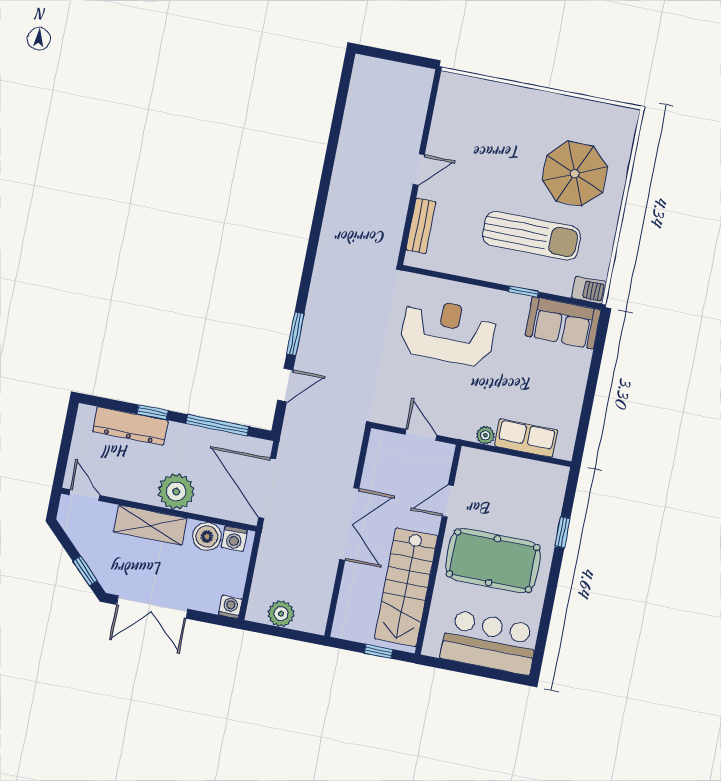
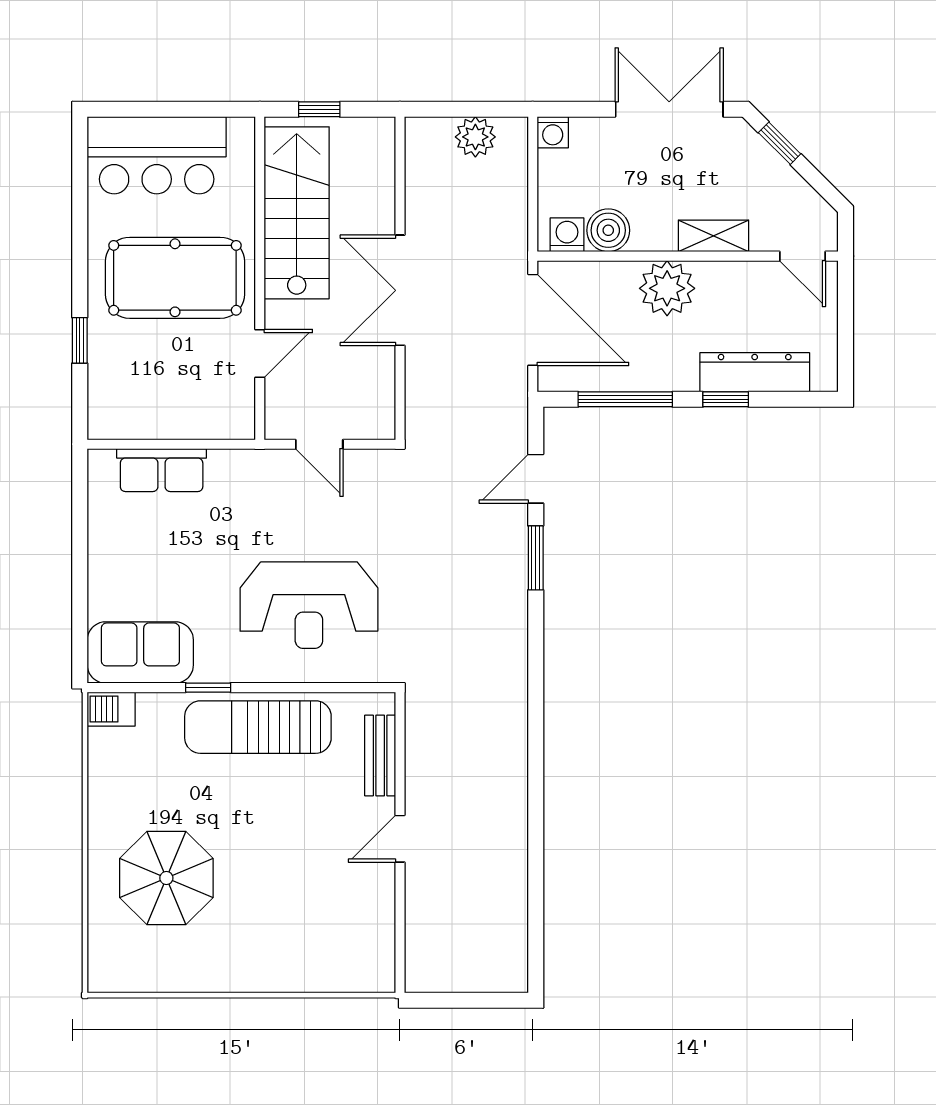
sun lounger: (531, 236) -> (258, 727), moved
plant: (485, 435) -> (223, 462), removed
shelving: (150, 525) -> (713, 236), width x0.67, depth x0.75

